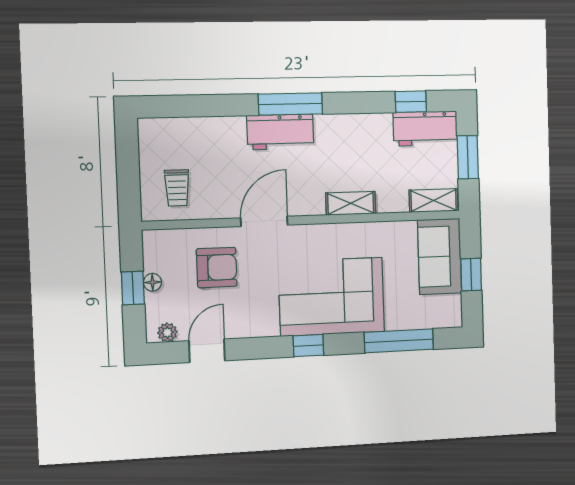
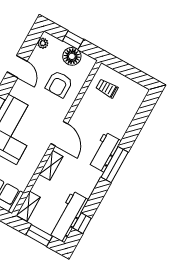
workbench: (425, 129) -> (68, 217), width x1.37
door: (264, 221) -> (59, 134), moved
floor lamp: (152, 282) -> (72, 56), width x1.89, depth x1.89
door: (207, 351) -> (17, 67), moved

